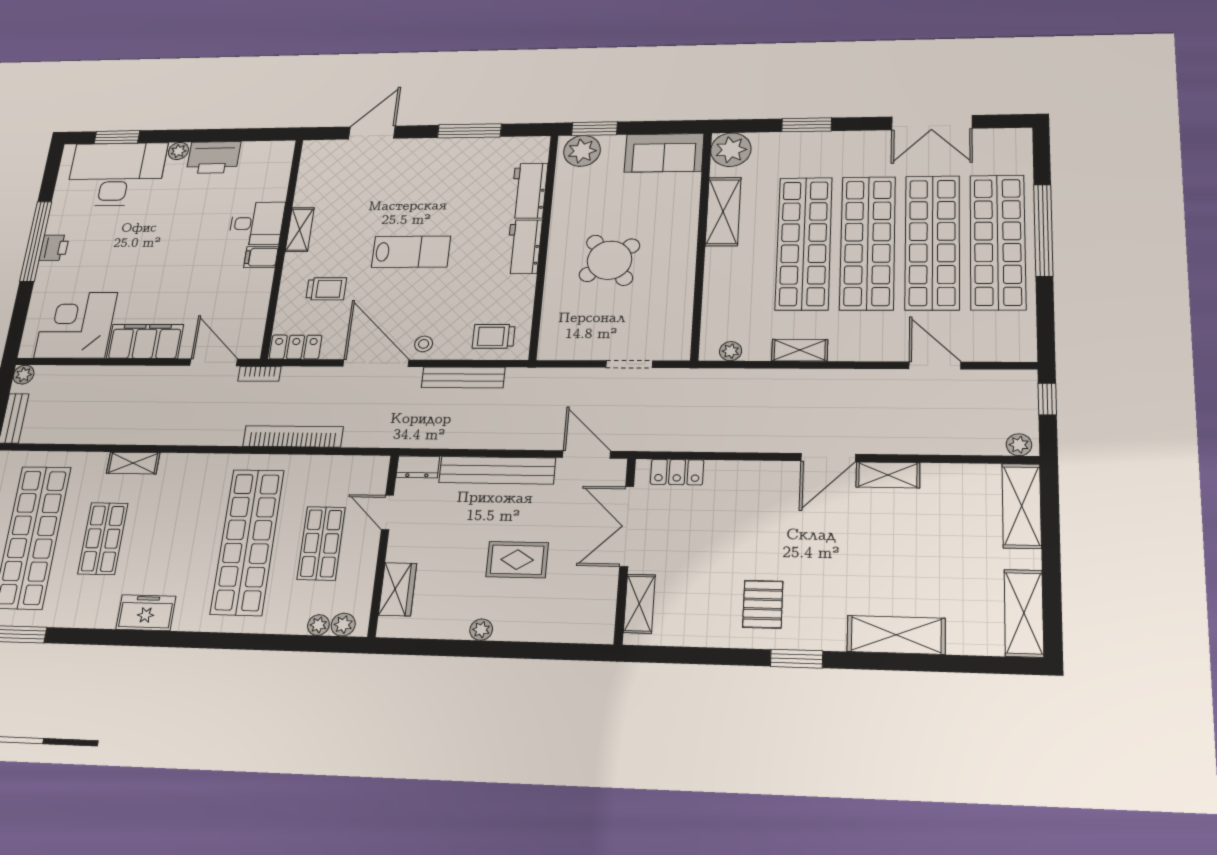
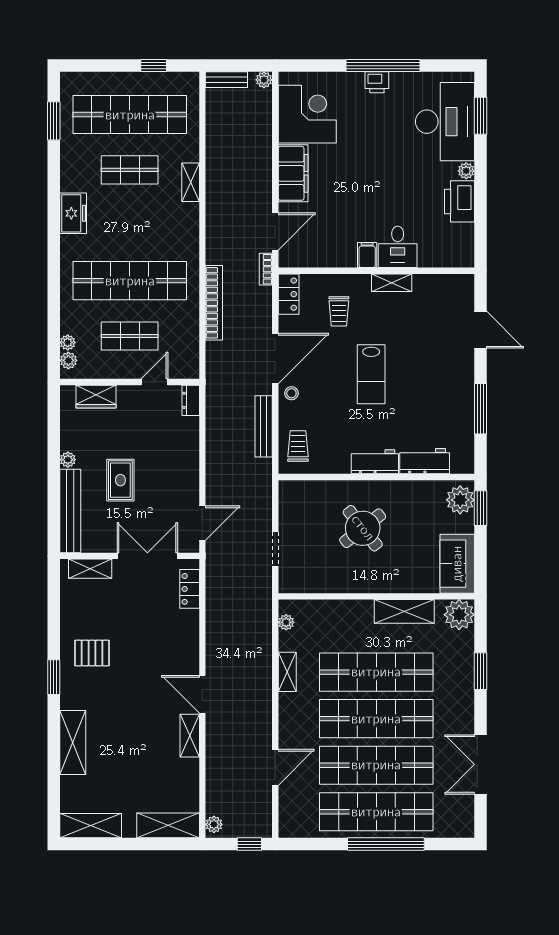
bench: (497, 470) -> (70, 511), moved

